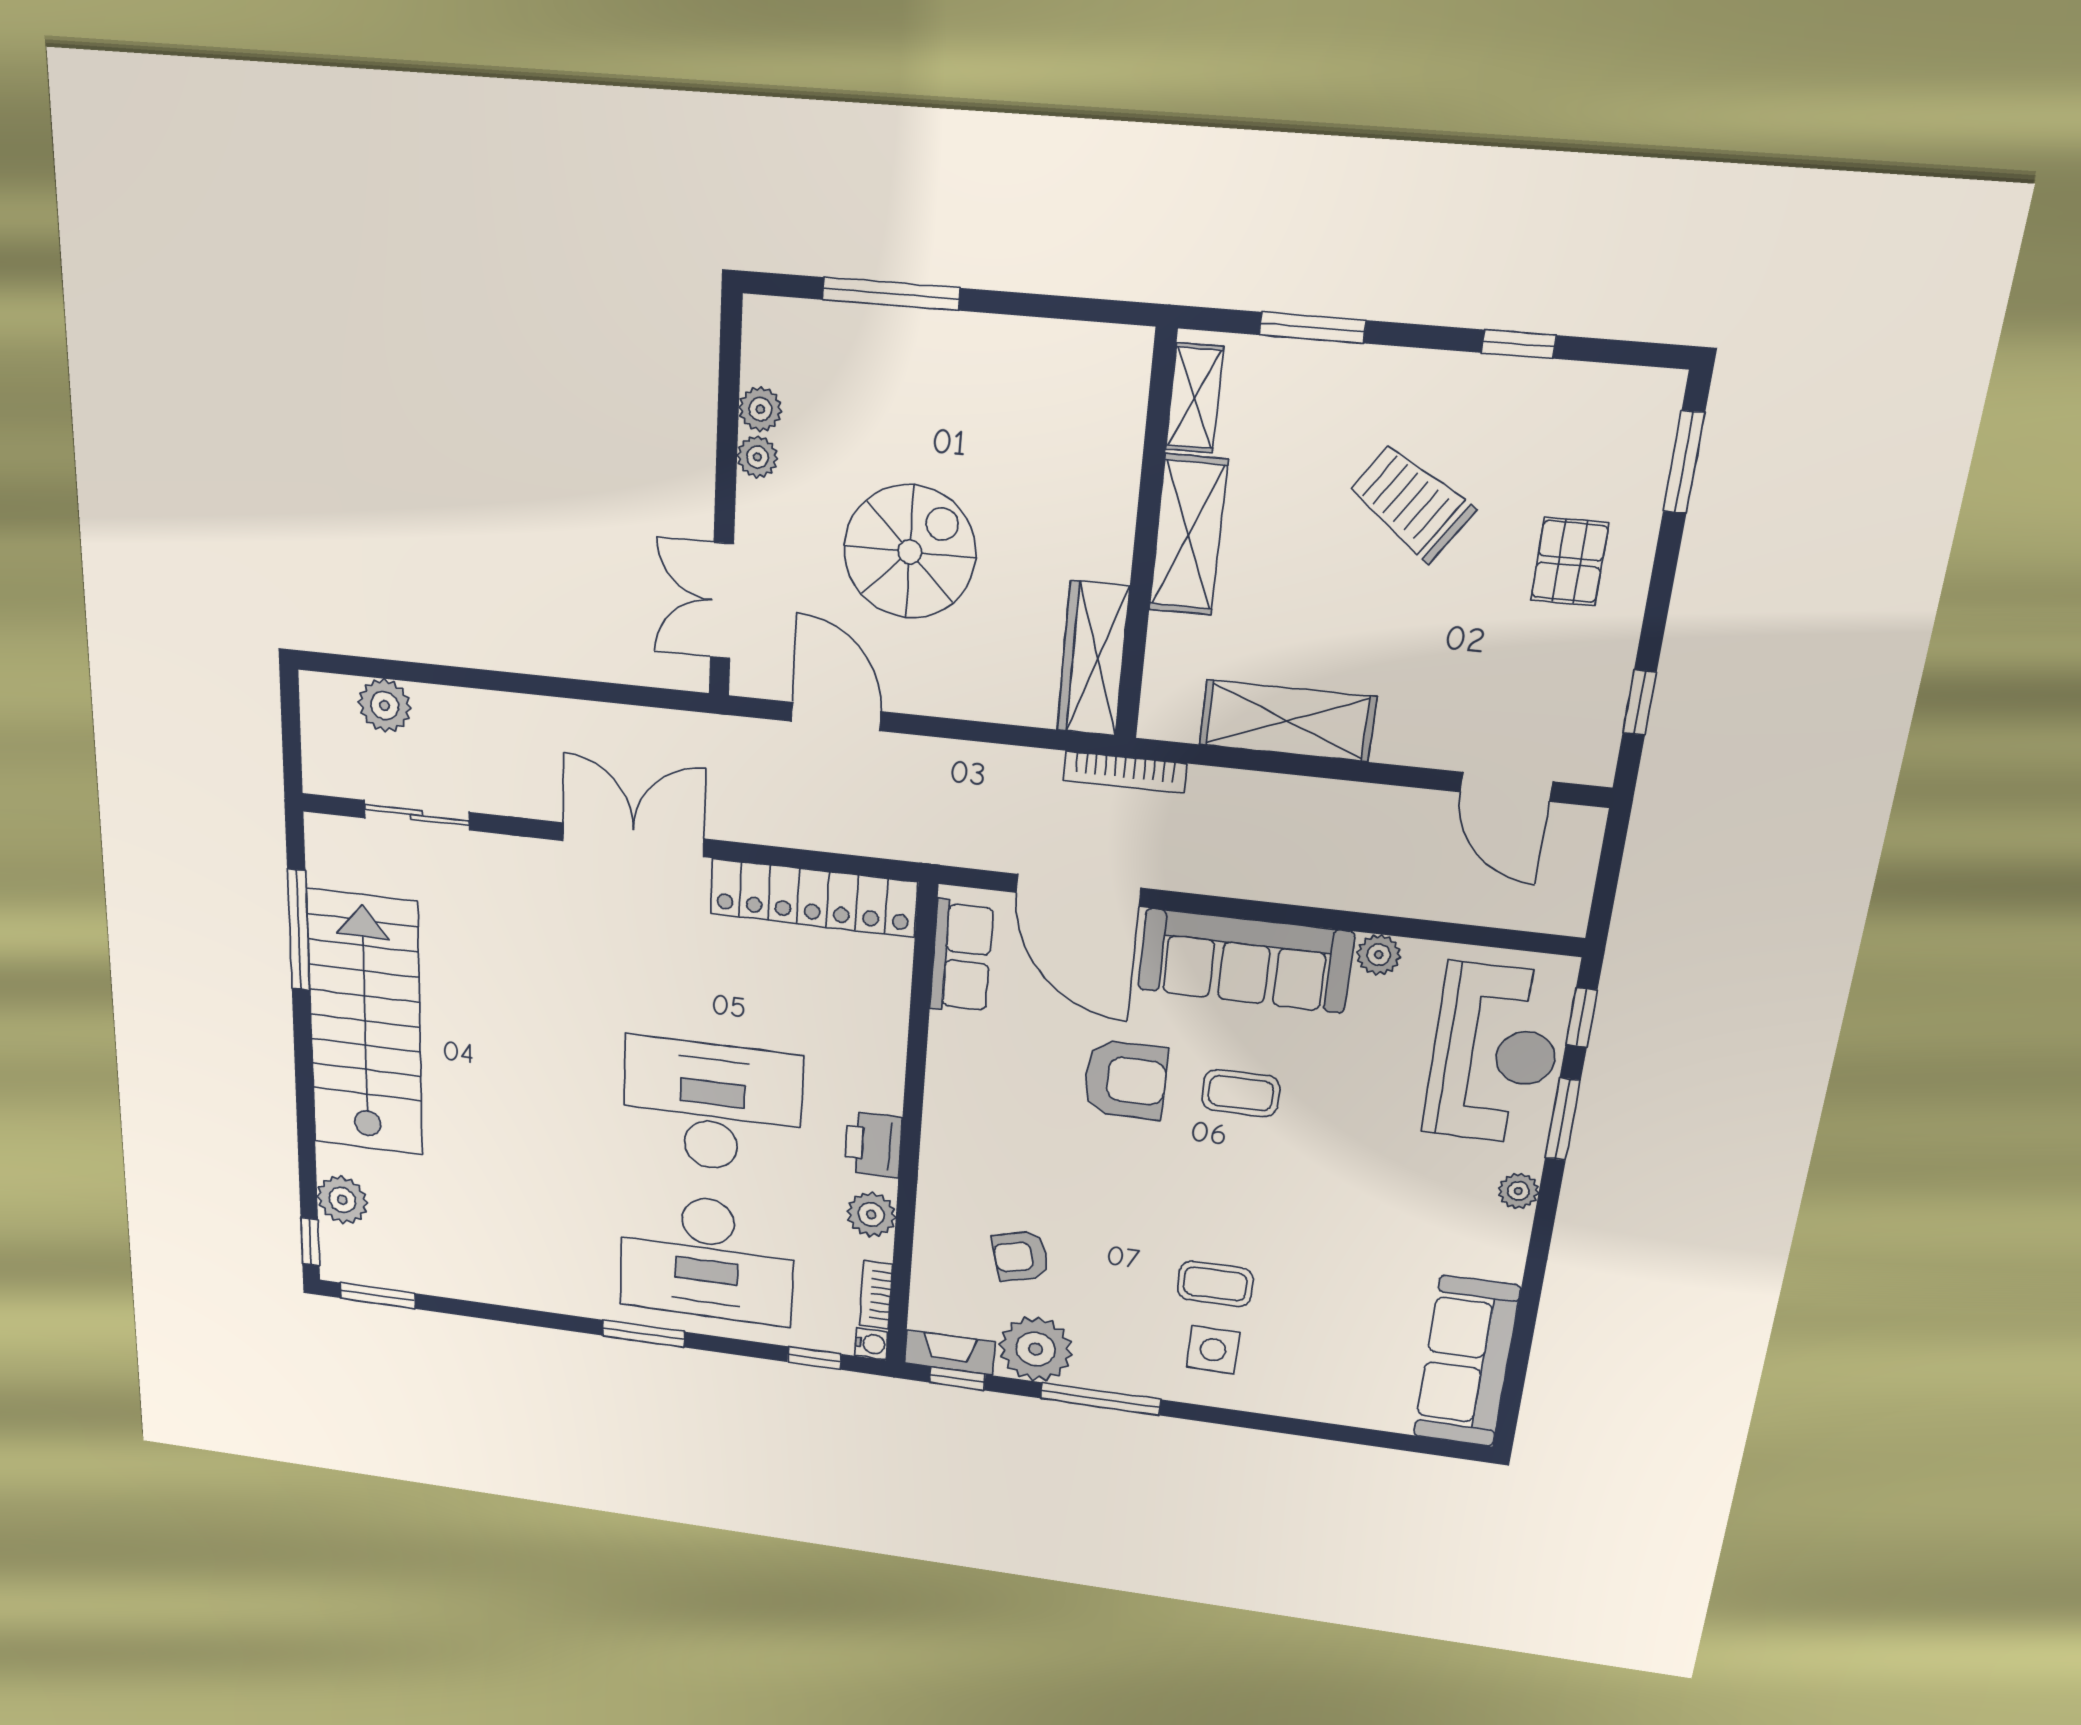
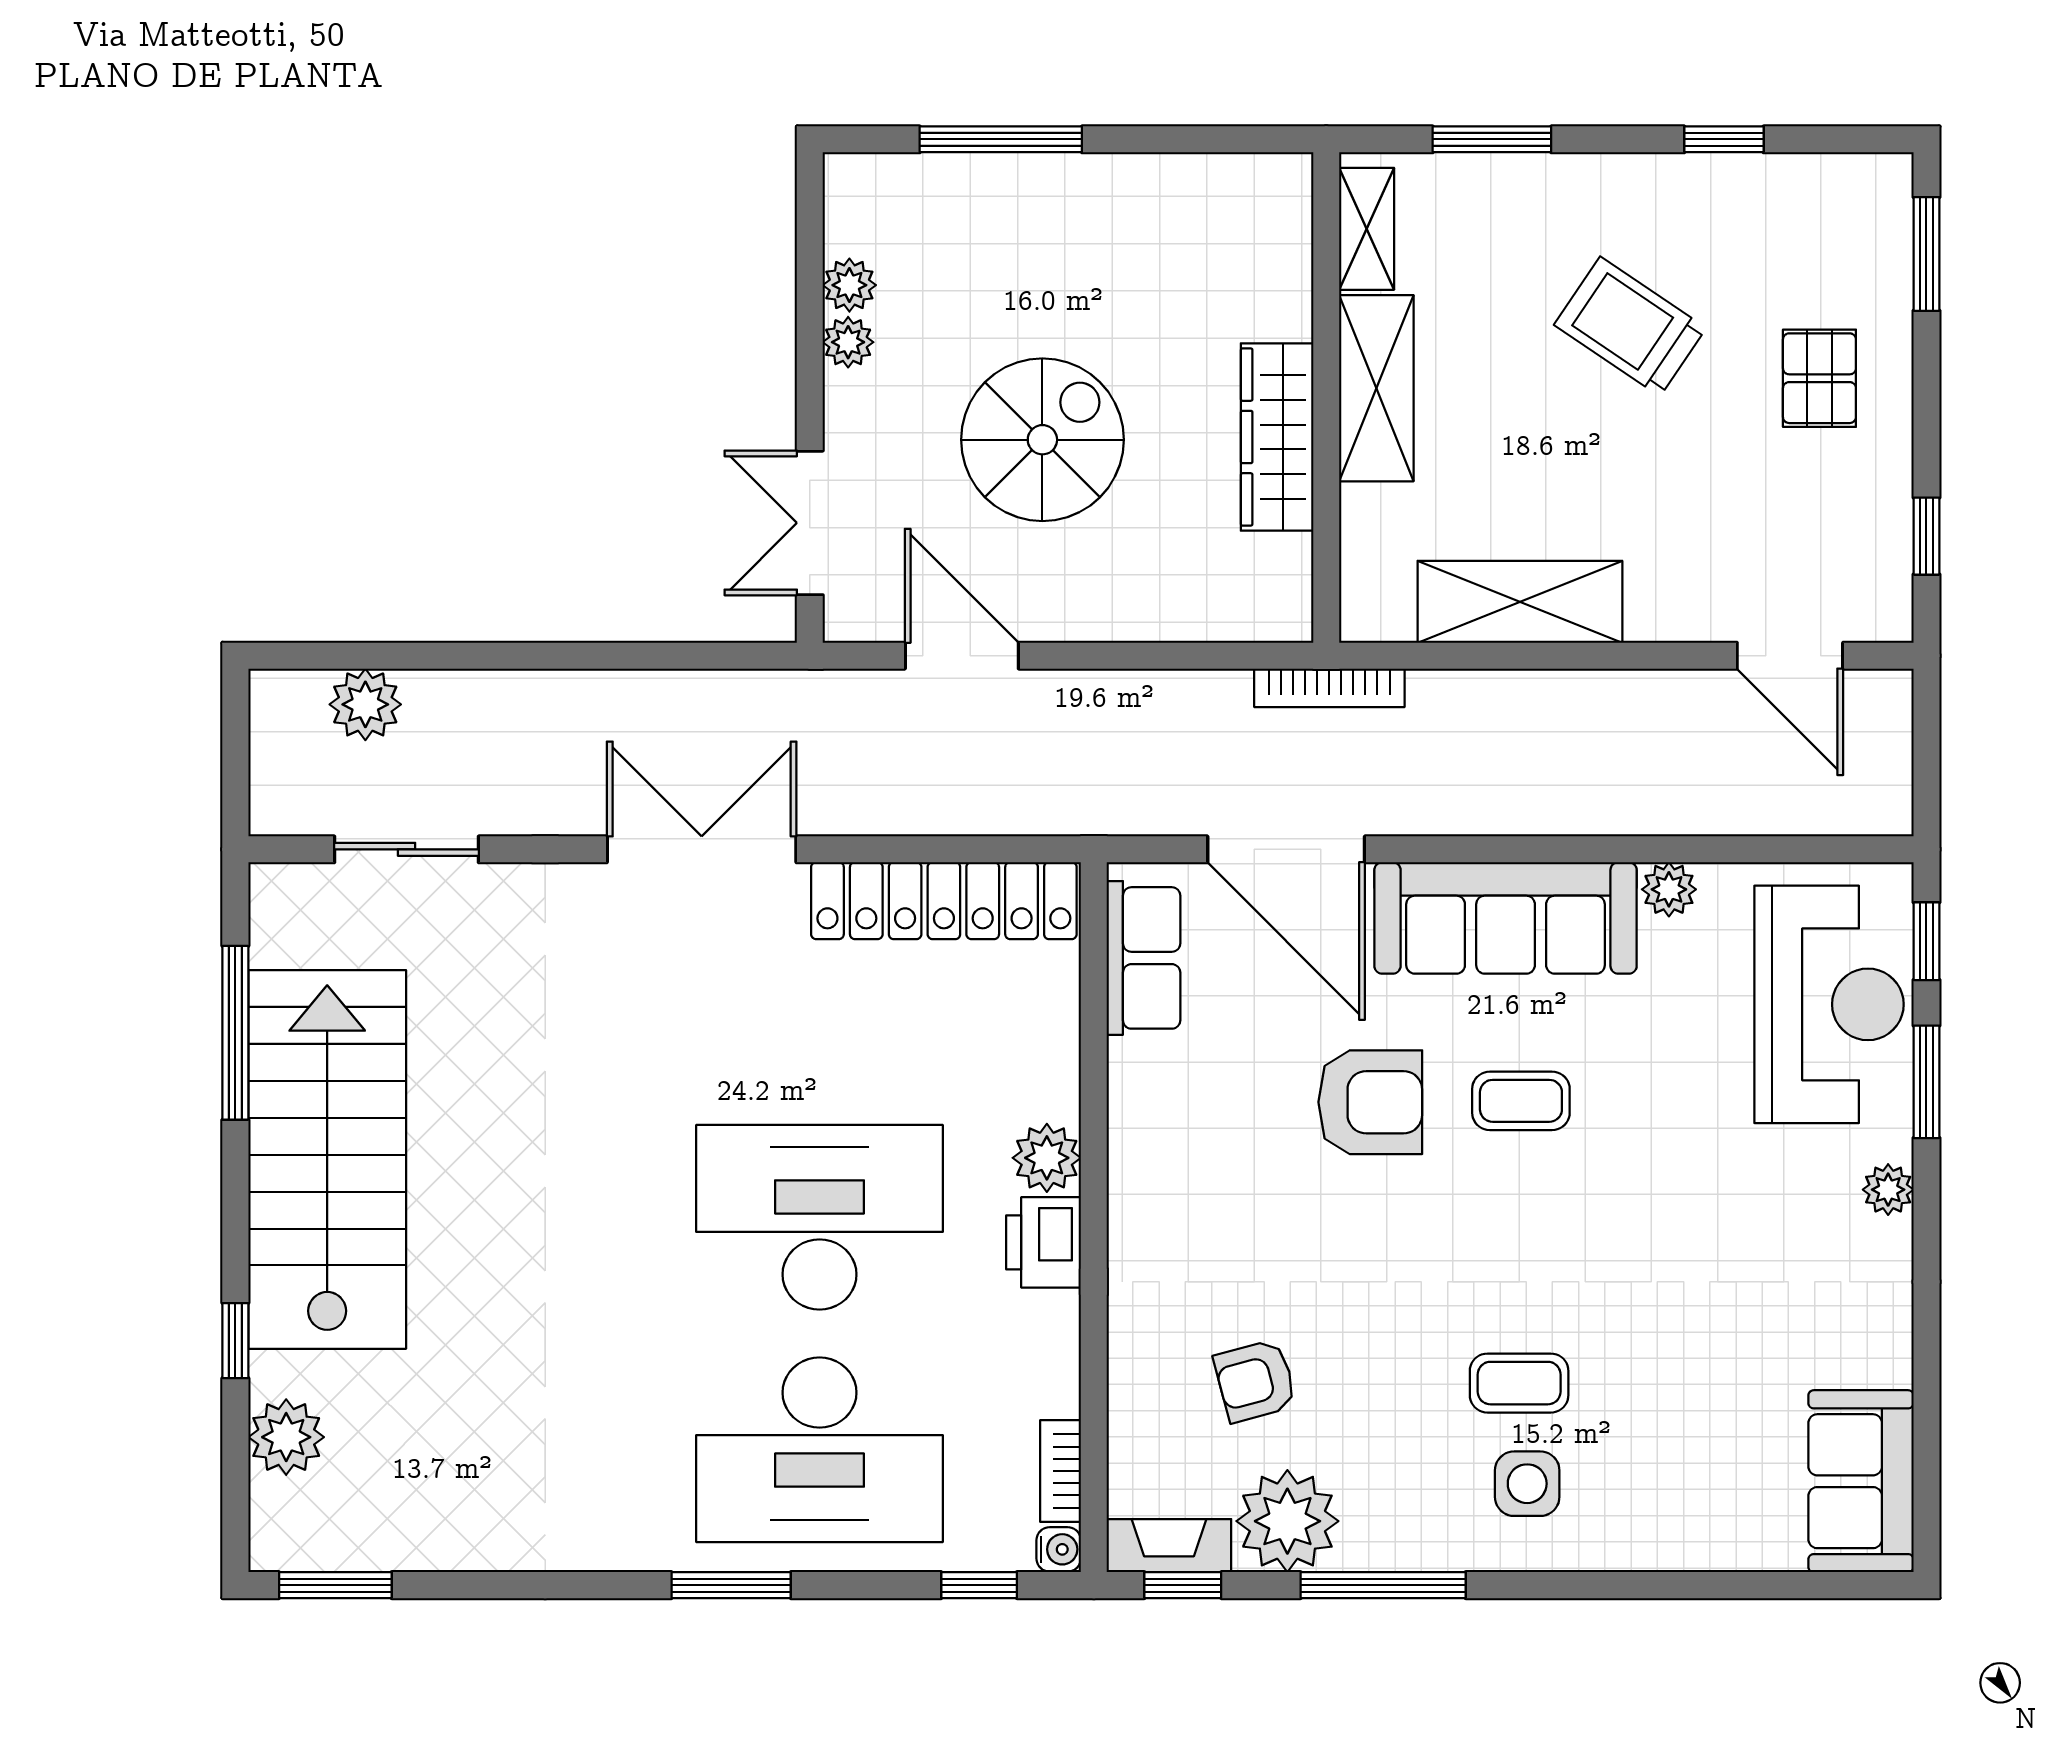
wardrobe: (1093, 659) -> (1277, 437), moved
plant: (871, 1215) -> (1047, 1158), moved
window: (310, 1242) -> (235, 1341), moved
sofa: (1467, 1362) -> (1861, 1481), width x0.73

